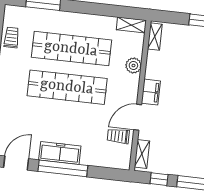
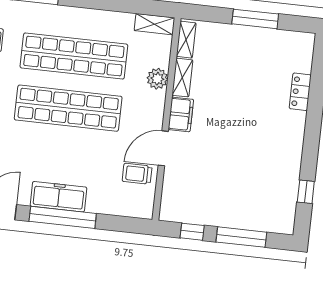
shelving: (142, 154) -> (182, 78), moved

